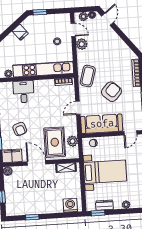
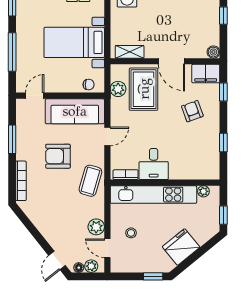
fridge: (20, 32) -> (181, 247), width x1.88, depth x1.34
desk: (24, 92) -> (154, 164), moved
armchair: (111, 92) -> (58, 156), turned 48

